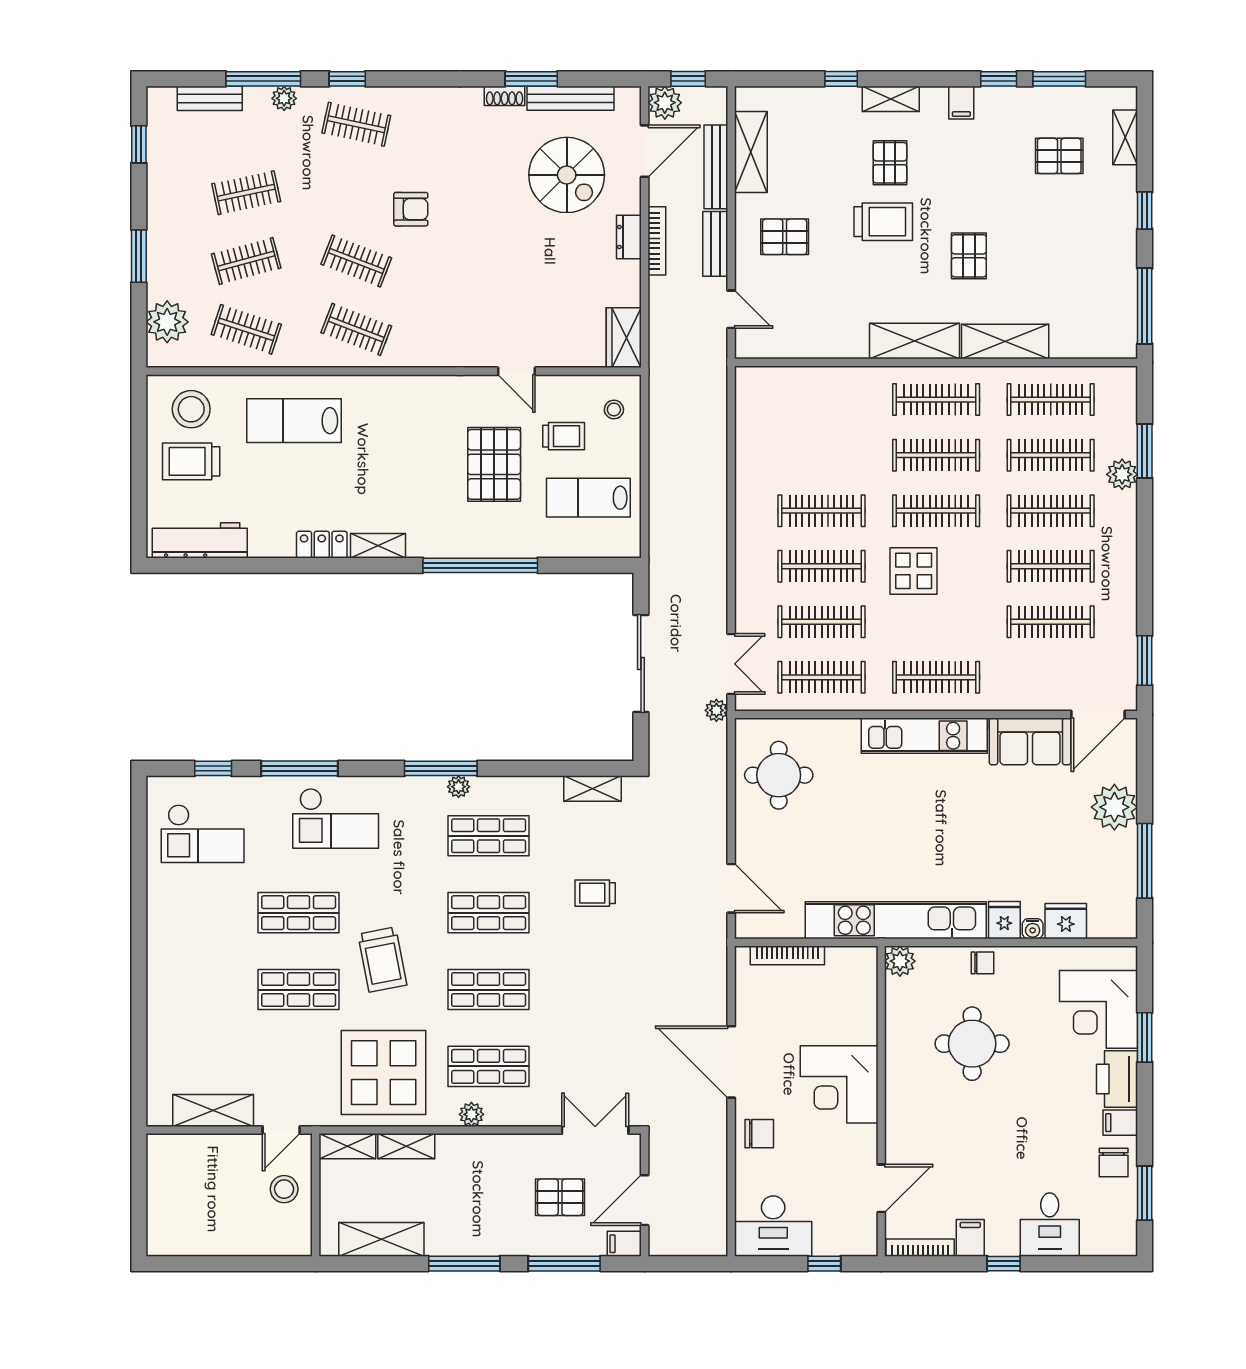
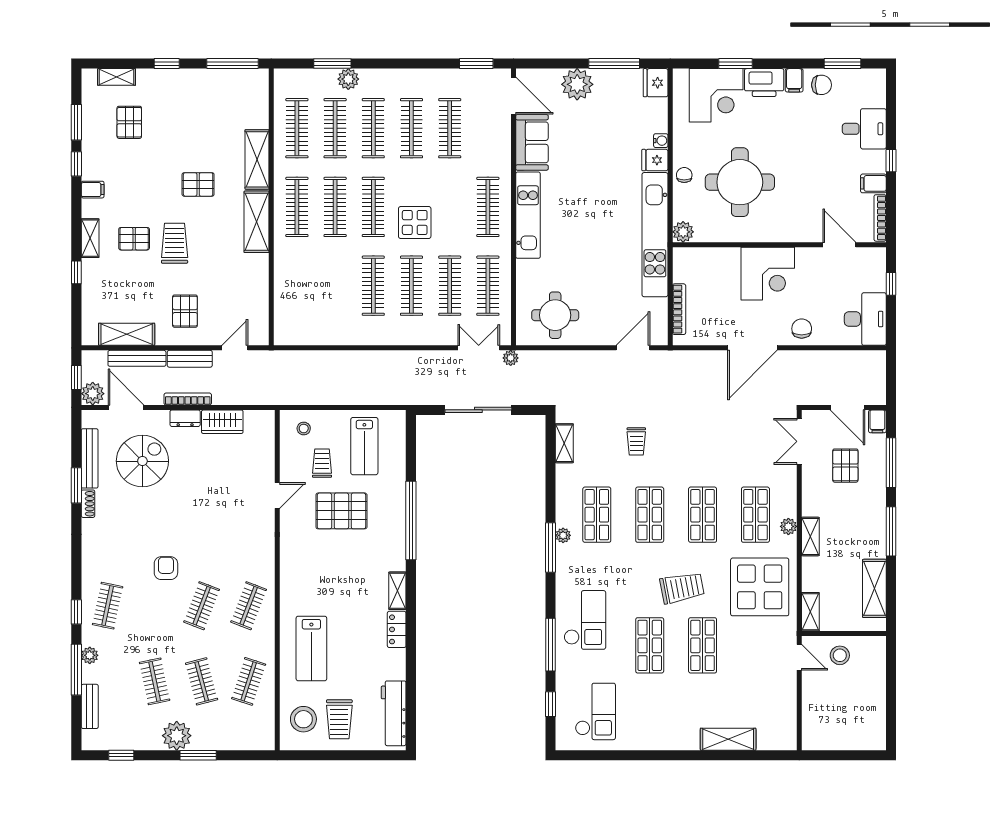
plant: (167, 322) -> (177, 736), moved
wardrobe: (624, 338) -> (222, 422), moved
fridge: (1066, 921) -> (656, 83), moved
round table: (972, 1044) -> (740, 182), width x1.36, depth x1.36
shelving: (213, 1110) -> (728, 739), moved, turned 90
shelving: (406, 1146) -> (810, 536), moved

